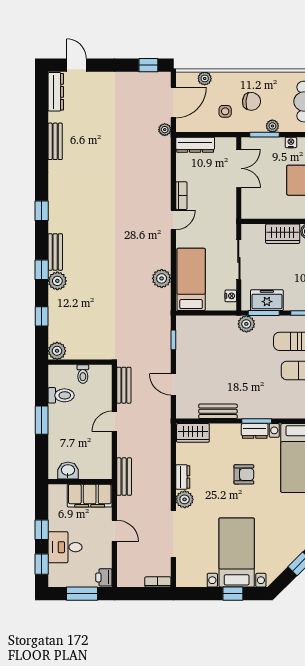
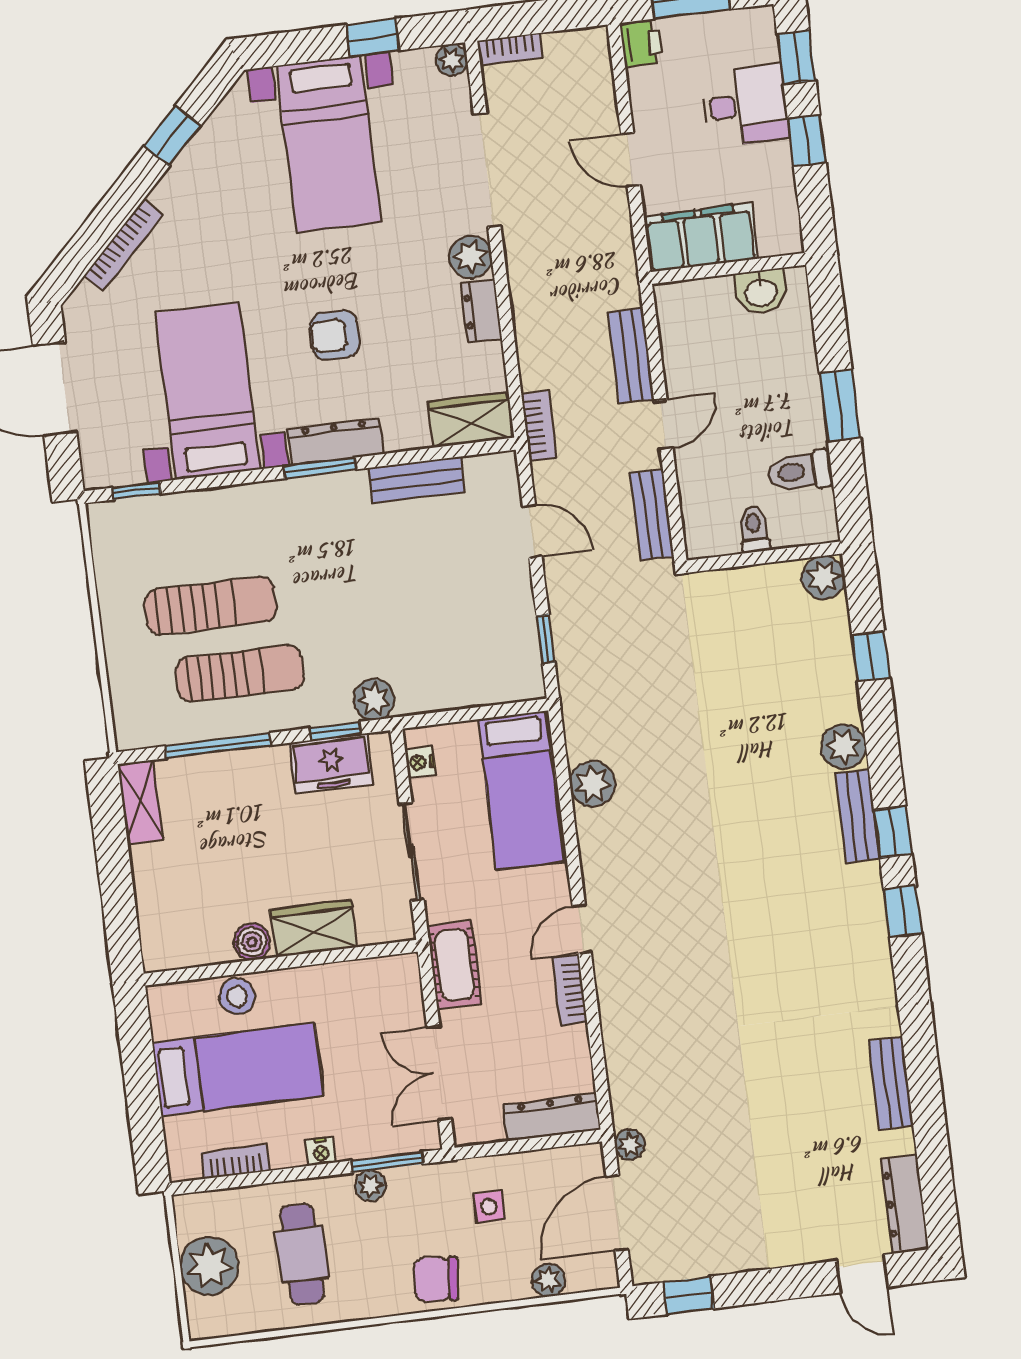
chair: (251, 101) -> (436, 1279), moved
cot: (227, 212) -> (454, 965), added
window: (42, 270) -> (893, 832), moved
window: (264, 313) -> (335, 731), width x0.67
bookcase: (165, 427) -> (539, 426), added
dresser: (255, 431) -> (335, 442), width x1.44
bench: (124, 477) -> (631, 356), moved
plant: (182, 581) -> (451, 60), added
window: (233, 594) -> (373, 38), moved

